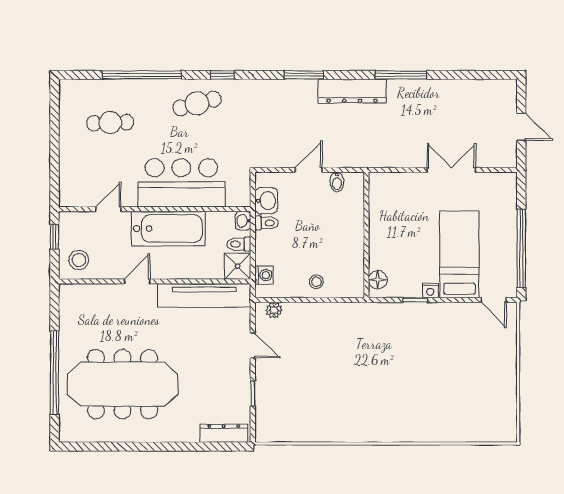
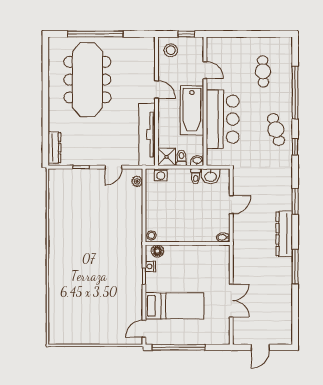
door: (309, 170) -> (231, 205), hinge flipped
bidet: (337, 182) -> (223, 237), moved
stool: (316, 282) -> (151, 235), moved
nightstand: (430, 290) -> (150, 266), moved

